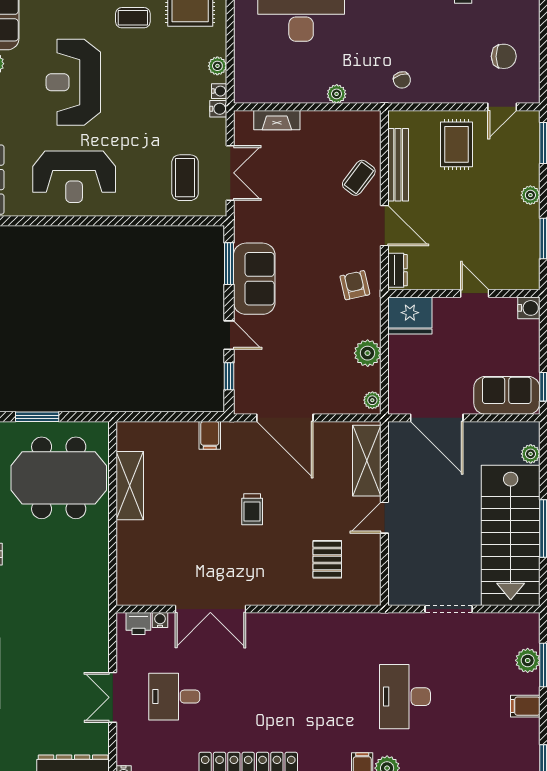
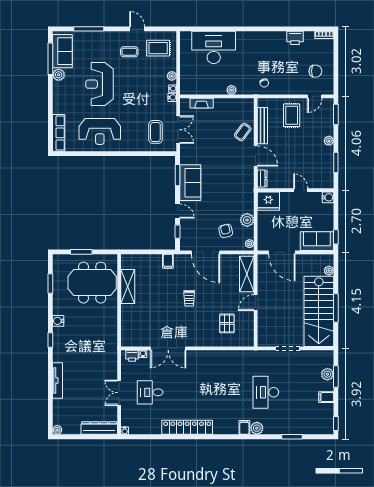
armchair: (355, 285) -> (226, 231), moved

